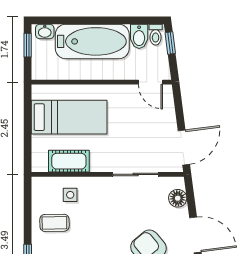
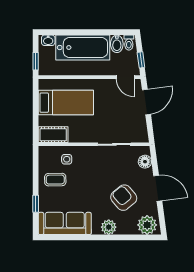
window: (170, 43) -> (141, 60), moved
window: (28, 45) -> (36, 61), moved
door: (184, 148) -> (146, 102), moved
cot: (69, 161) -> (53, 135), moved

